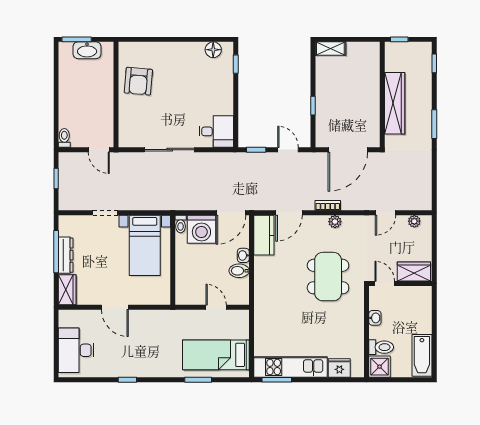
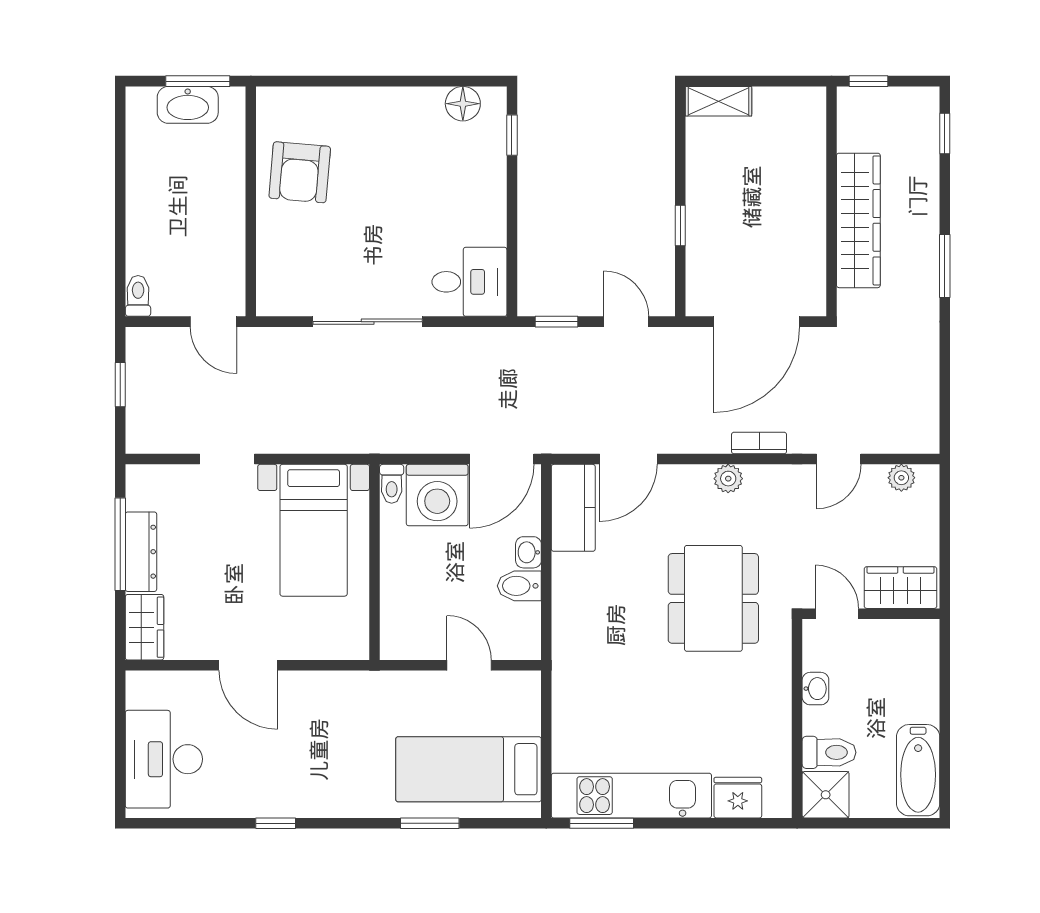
window: (77, 39) -> (198, 81), moved
bookcase: (328, 205) -> (759, 443), moved

